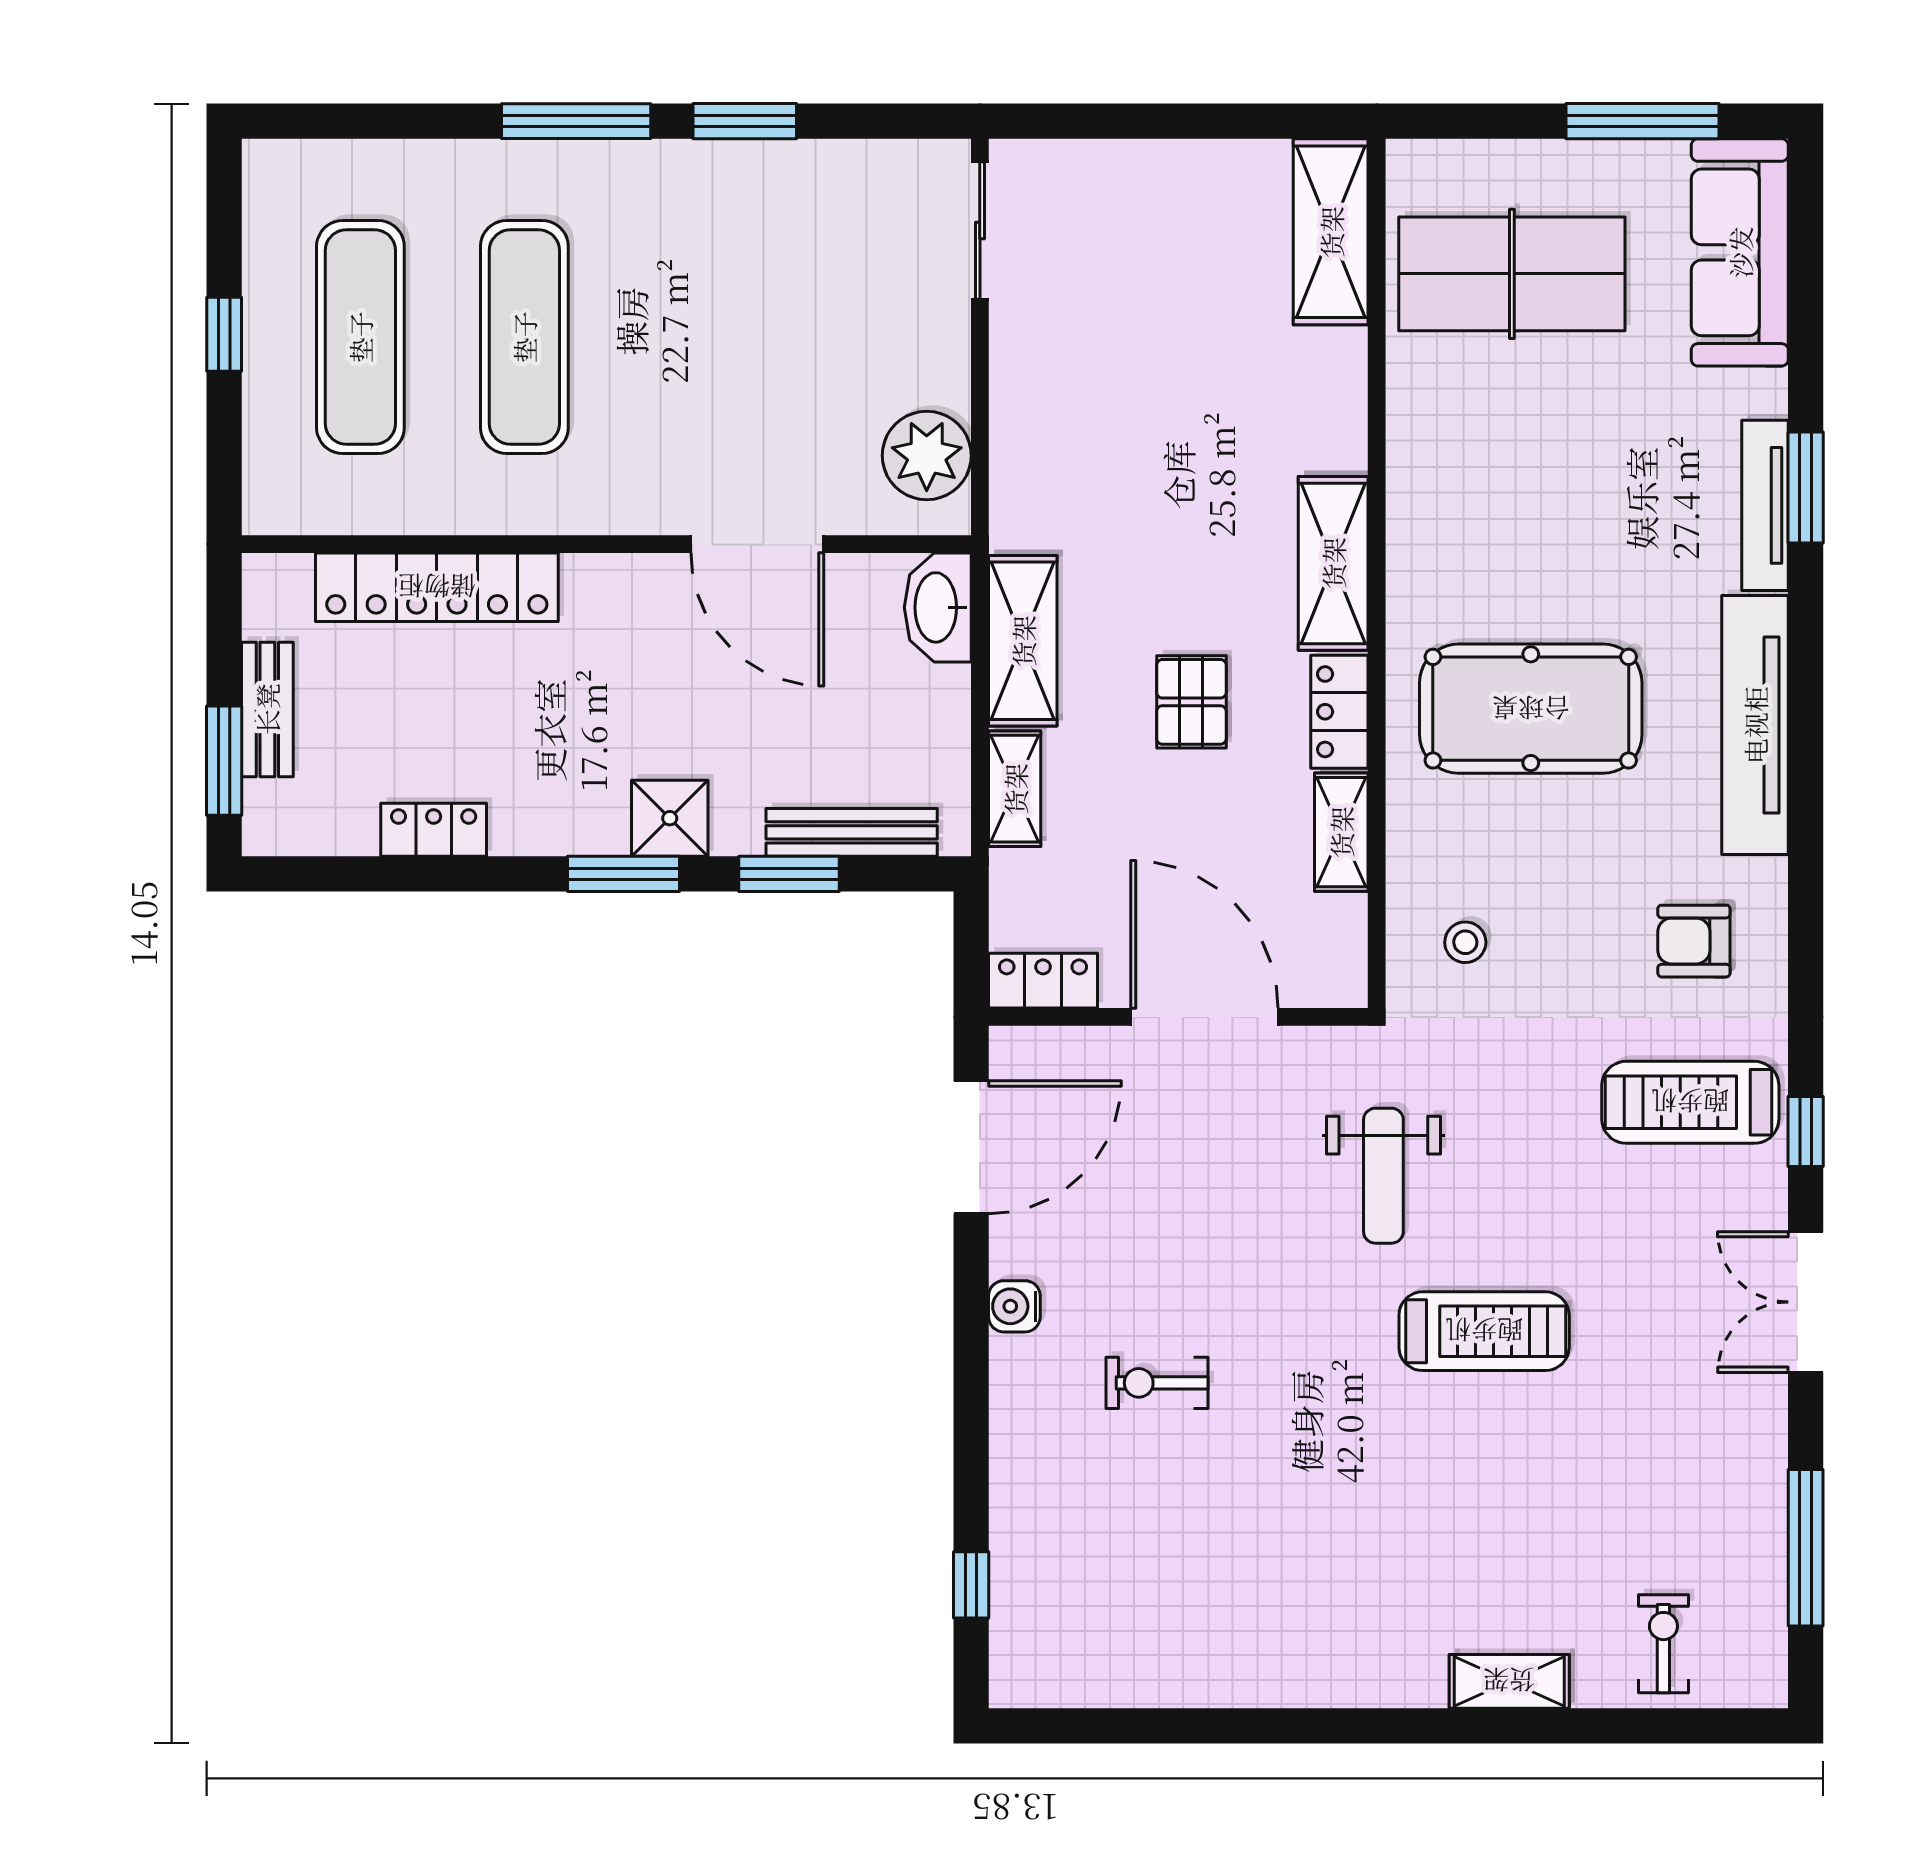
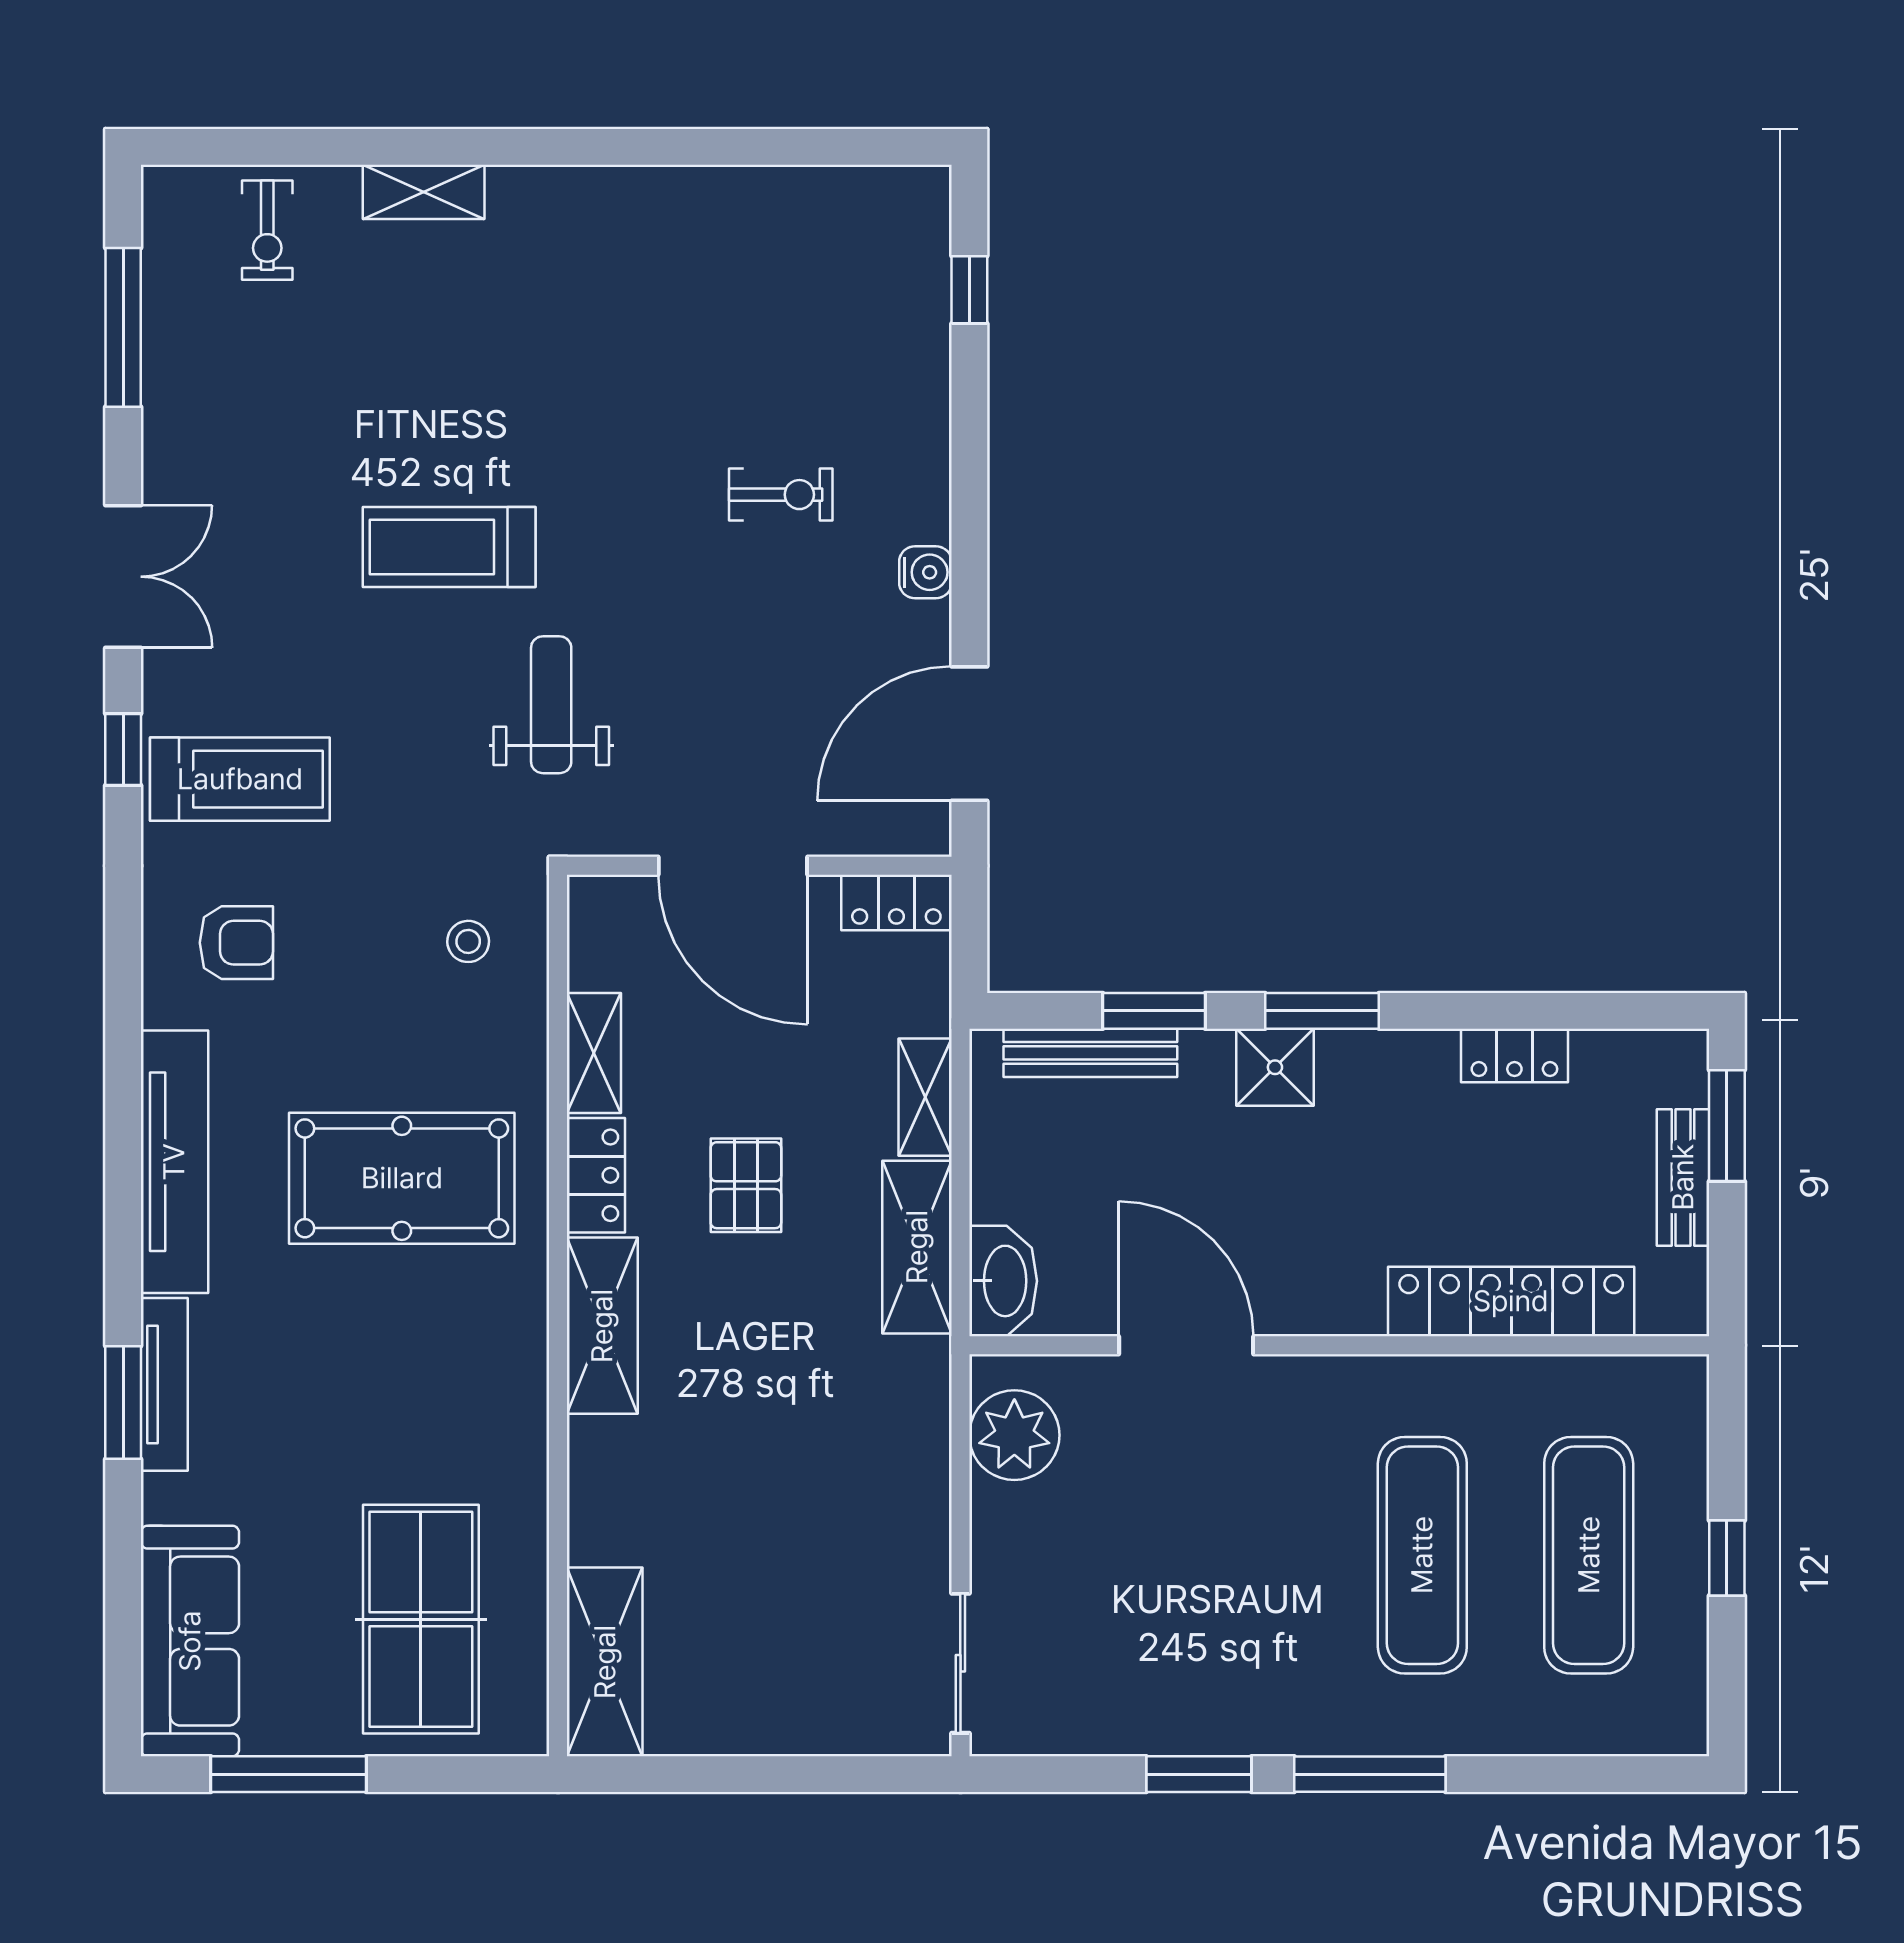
table tennis table: (1512, 274) -> (421, 1619), turned 90

